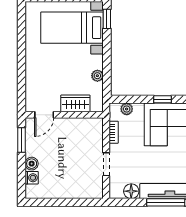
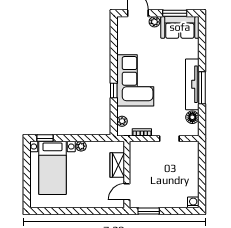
plant: (97, 76) -> (81, 146), moved
door: (44, 115) -> (127, 192), swing flipped
boiler: (32, 164) -> (169, 202), removed
washing machine: (32, 178) -> (193, 202), moved

